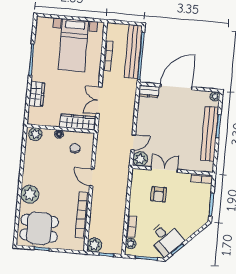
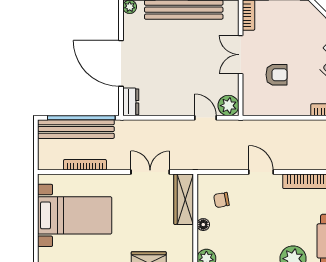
double door: (99, 100) -> (150, 172), swing flipped
double door: (164, 170) -> (241, 55), moved
door: (92, 177) -> (261, 172), swing flipped

